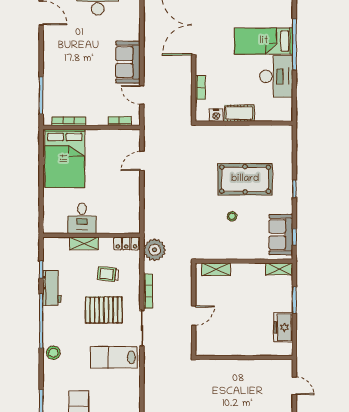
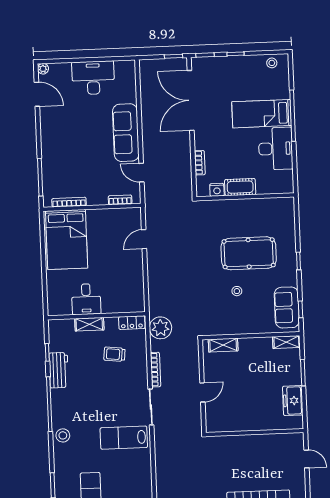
sofa: (128, 62) -> (126, 133), width x1.36
pallet: (104, 310) -> (112, 390), removed

